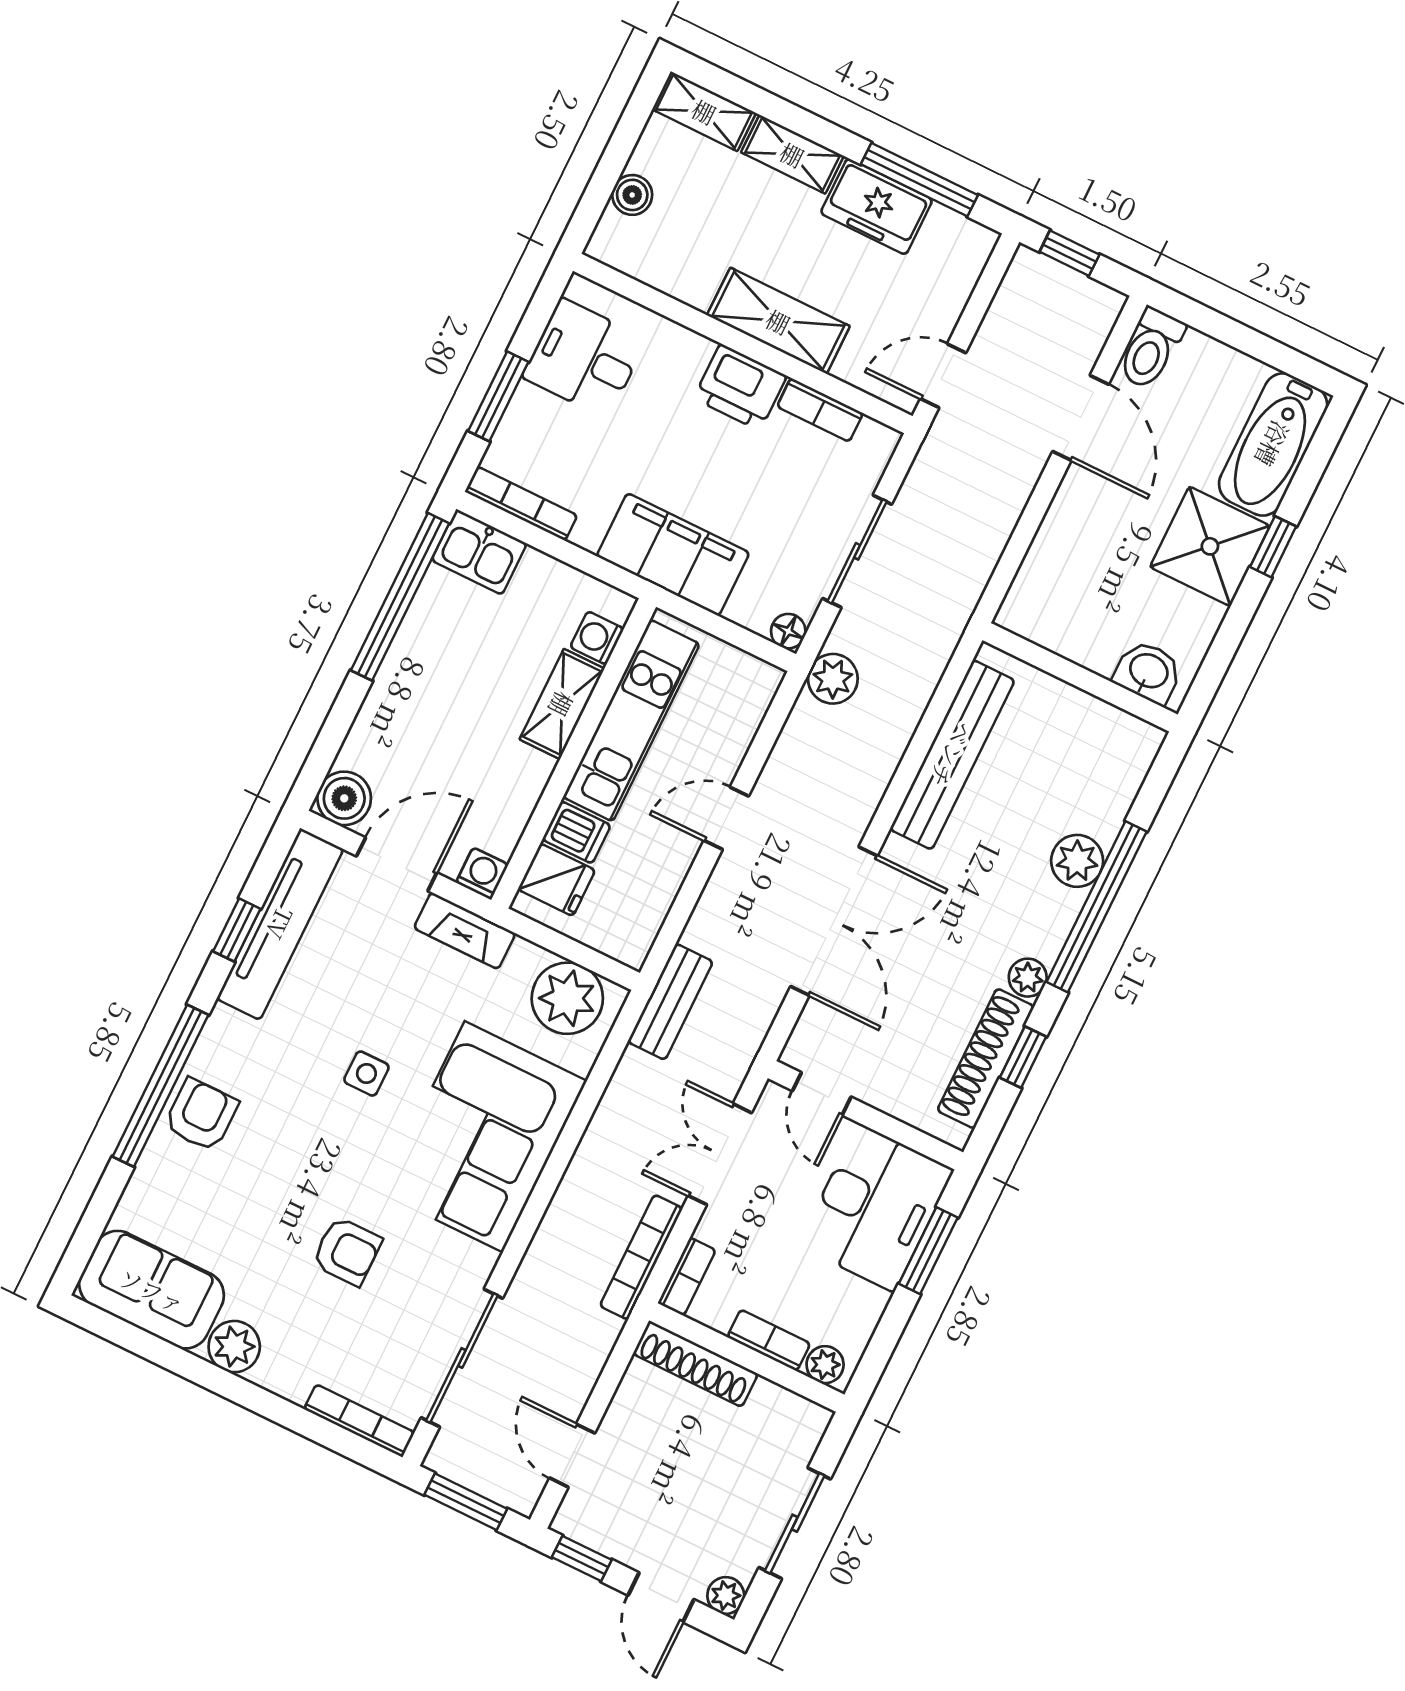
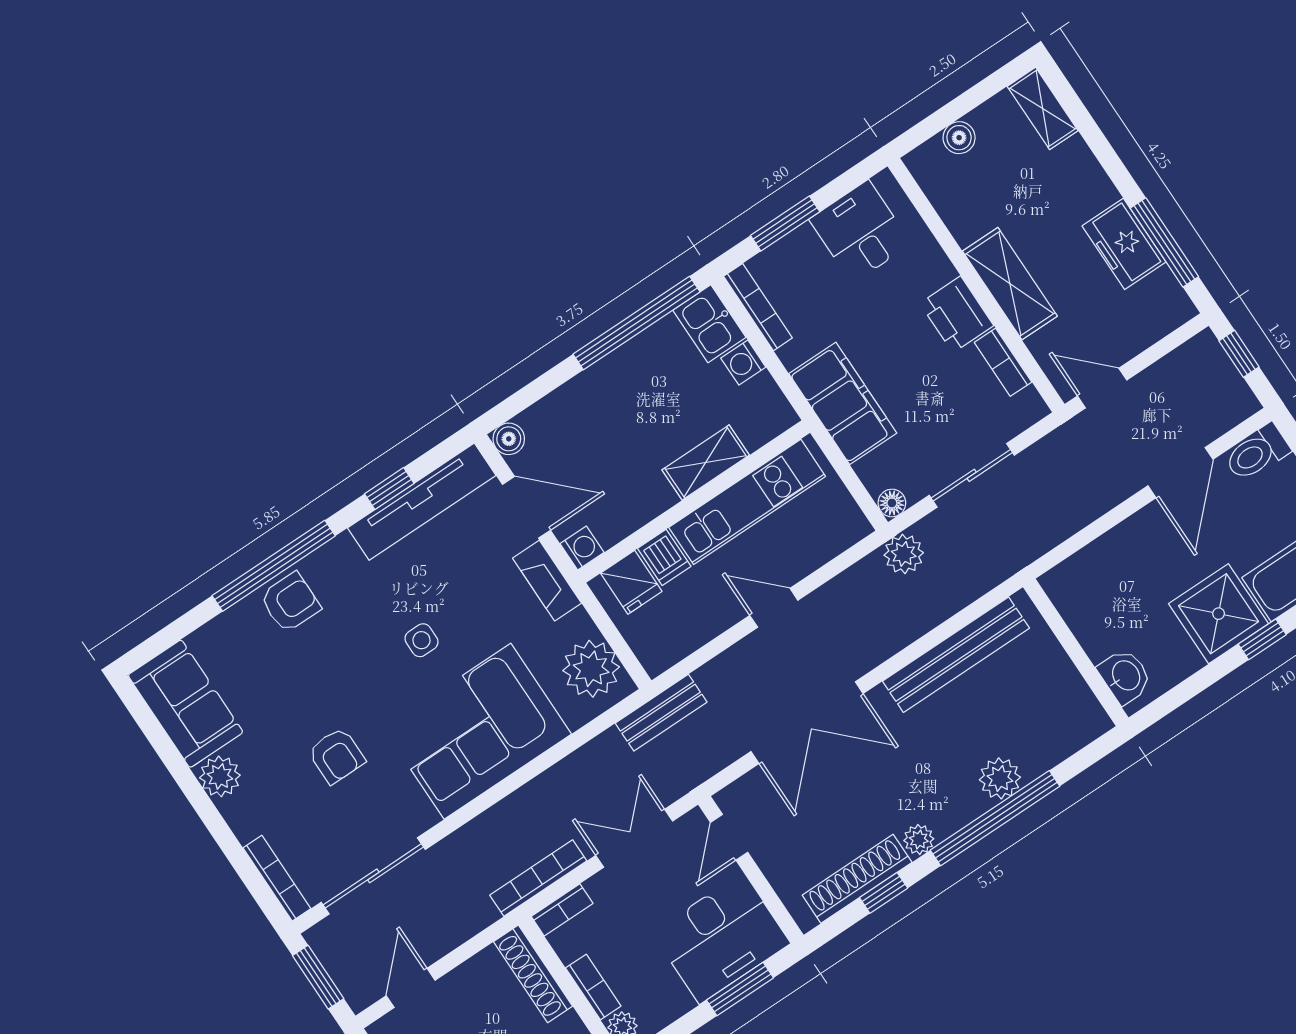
shelving: (792, 154) -> (1087, 174), removed
washing machine: (597, 638) -> (743, 363), moved, turned -90
boiler: (344, 798) -> (509, 439), width x0.73, depth x0.73

